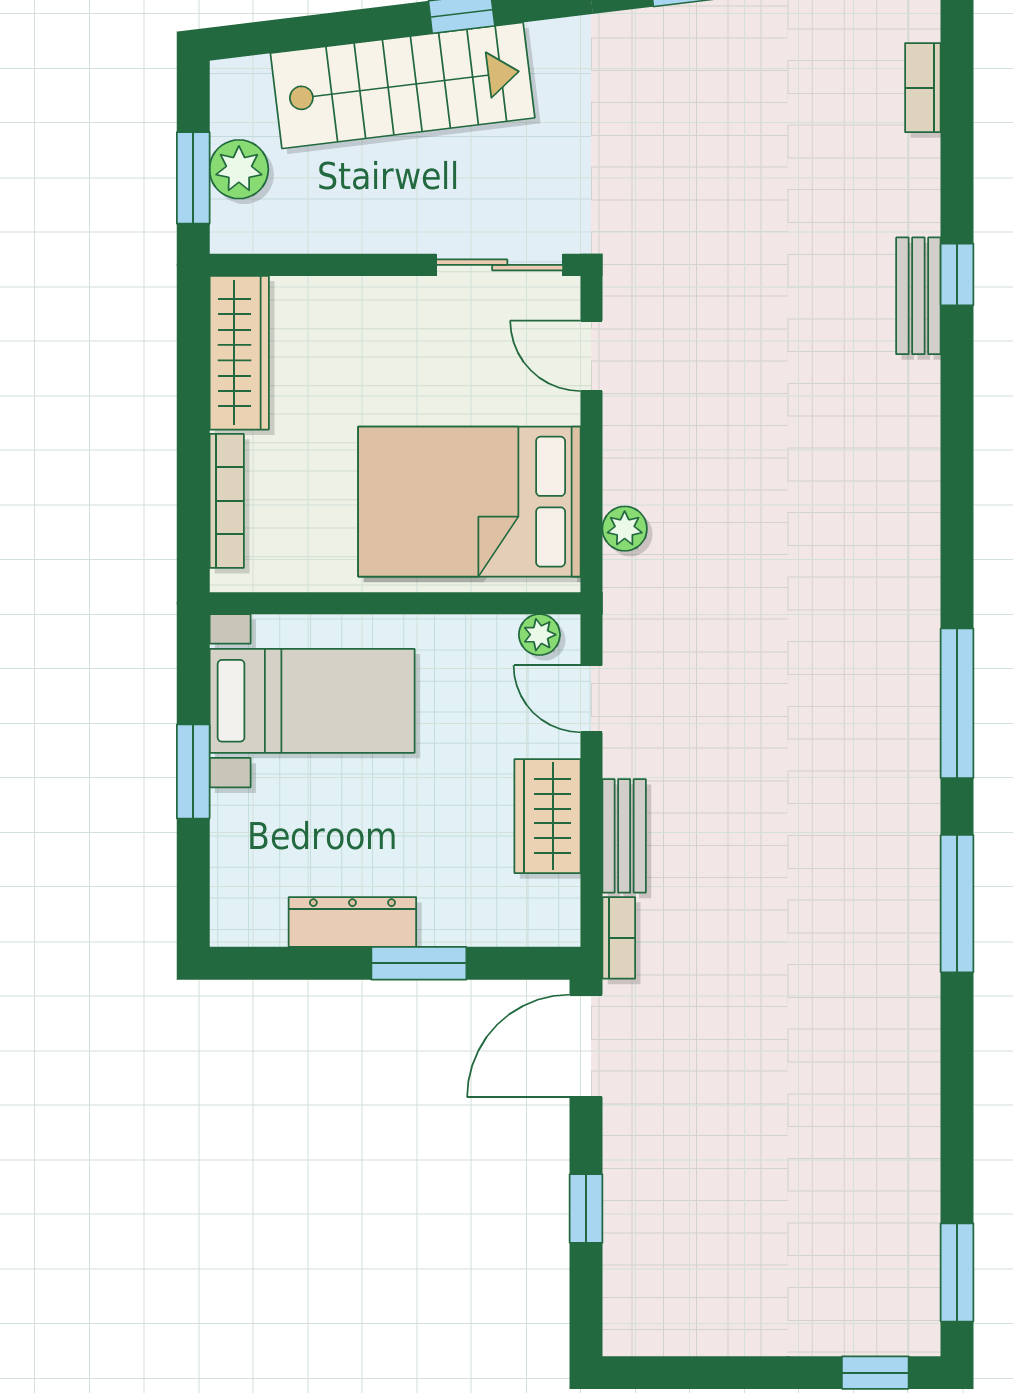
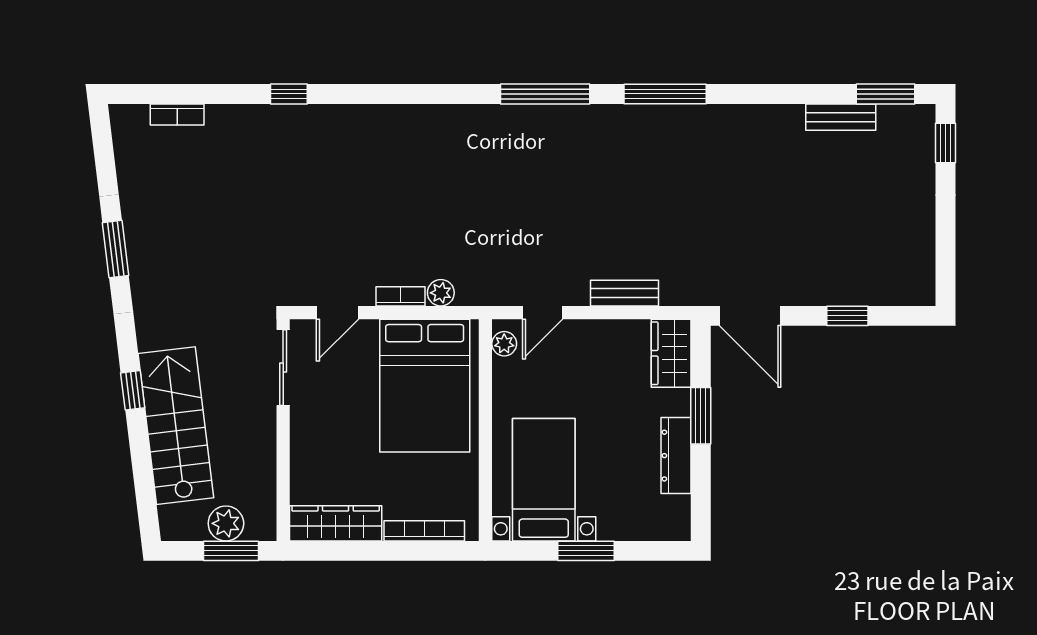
bench: (918, 296) -> (841, 117), moved
wardrobe: (547, 816) -> (671, 353), moved, turned 90
bookcase: (619, 938) -> (400, 296), moved

